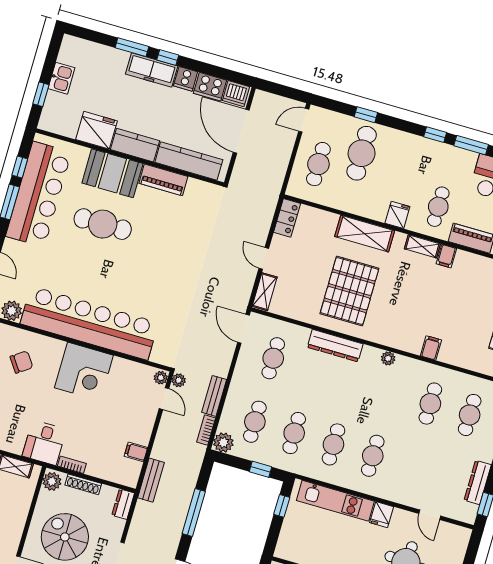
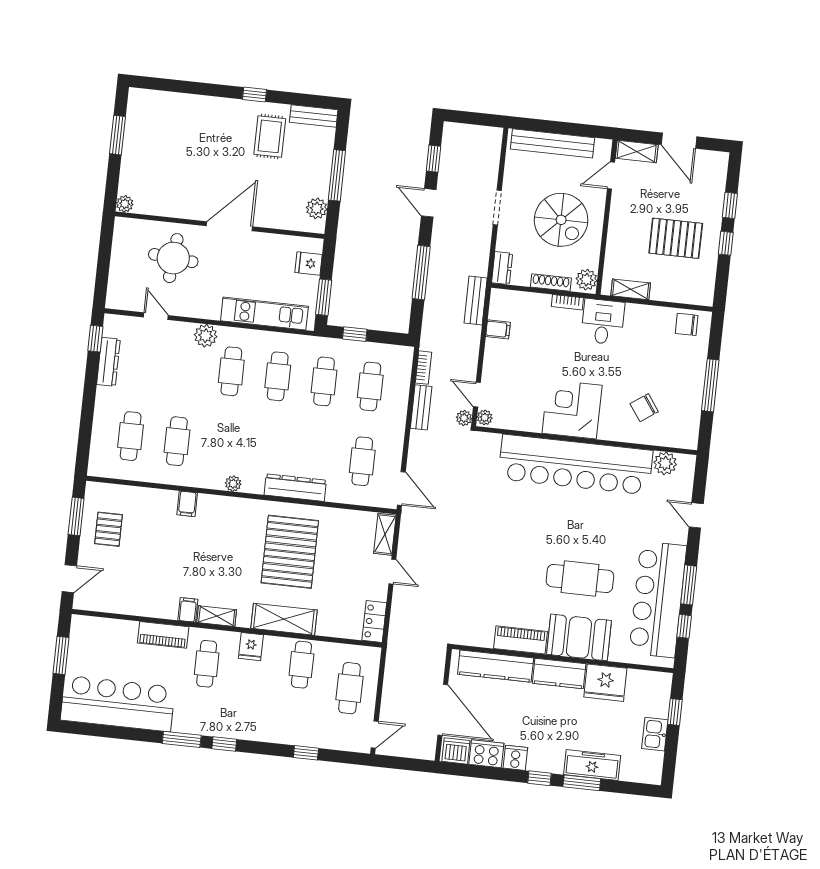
freezer: (152, 70) -> (592, 765), moved
cafe table: (362, 153) -> (301, 665), moved, width x0.73, depth x0.74
plant: (223, 442) -> (206, 336), moved
window: (282, 506) -> (324, 297), width x1.50
fridge: (382, 515) -> (309, 263), moved, turned -90

